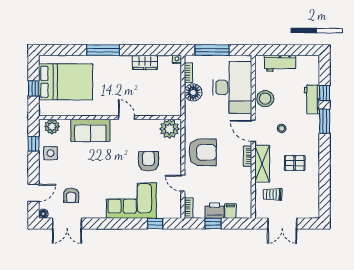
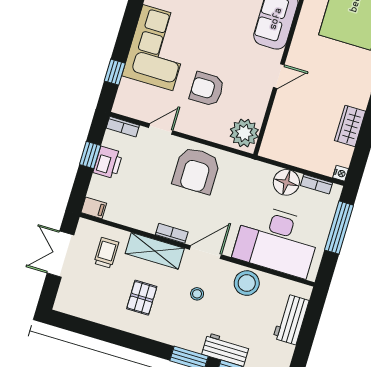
armchair: (148, 161) -> (207, 89), turned 180
filing cabinet: (230, 211) -> (94, 208), moved

